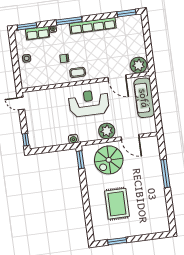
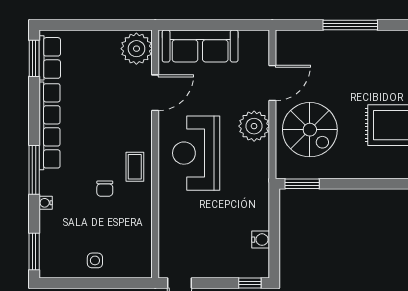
row of seats: (38, 33) -> (50, 58), moved
water cooler: (73, 139) -> (261, 240), moved

